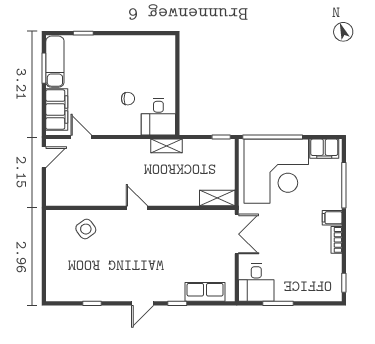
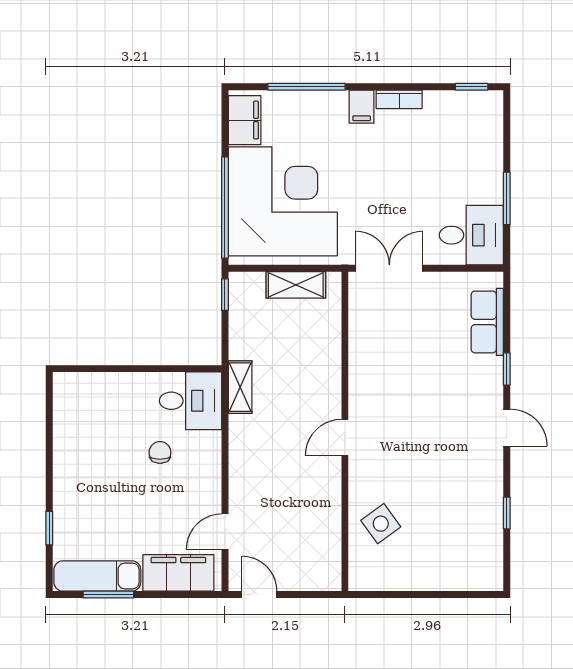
shelving: (217, 198) -> (296, 285), moved, turned 90

